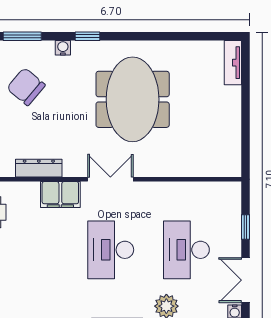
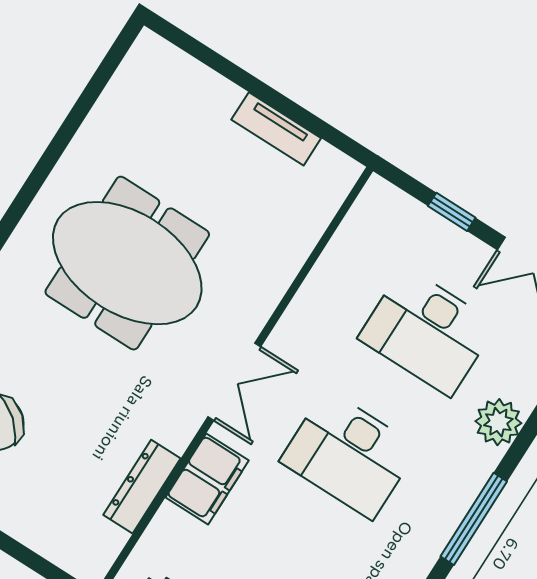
tv unit: (233, 63) -> (276, 129), moved
double door: (110, 179) -> (234, 382), swing flipped

